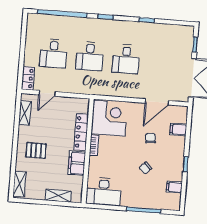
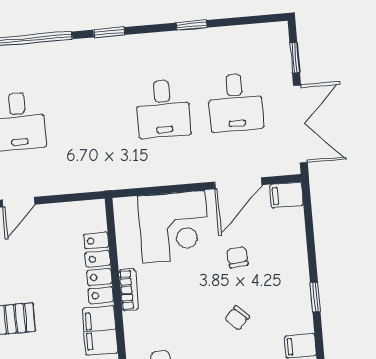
desk: (90, 56) -> (236, 102), moved
corner desk: (109, 118) -> (174, 227), moved, turned 90
filing cabinet: (178, 130) -> (287, 195), moved

